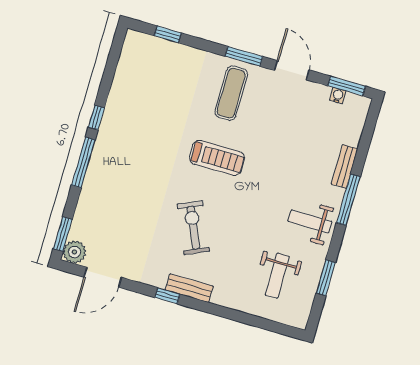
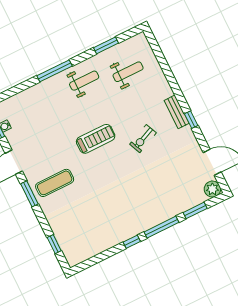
treadmill: (217, 158) -> (96, 139), moved, turned 90
bench: (345, 167) -> (39, 89), removed
weight bench: (310, 221) -> (84, 81), turned -90
exercise bike: (193, 228) -> (143, 139), width x0.73, depth x0.72
window: (63, 234) -> (195, 210), moved

